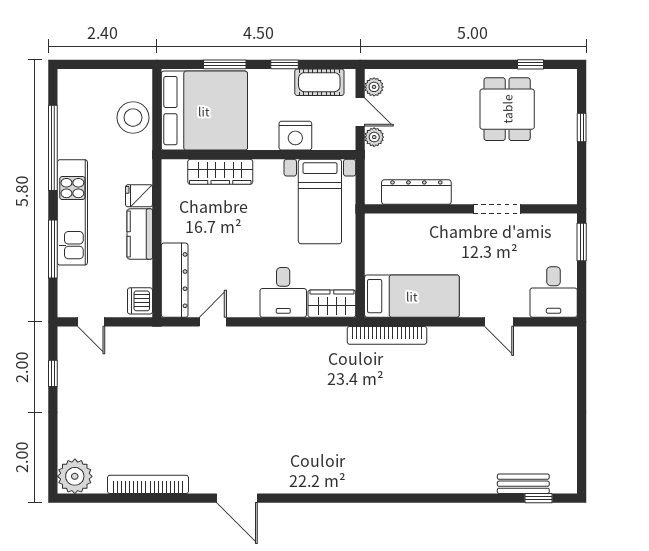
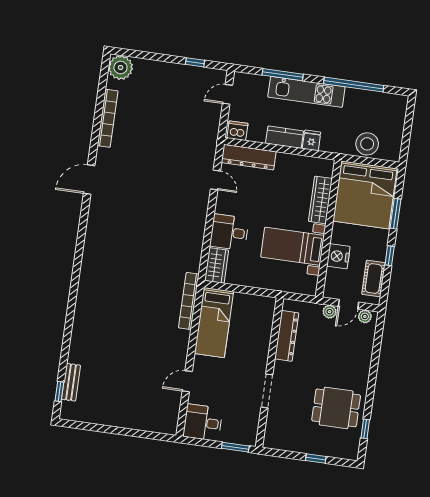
bed with nightstands: (320, 202) -> (293, 246), moved

